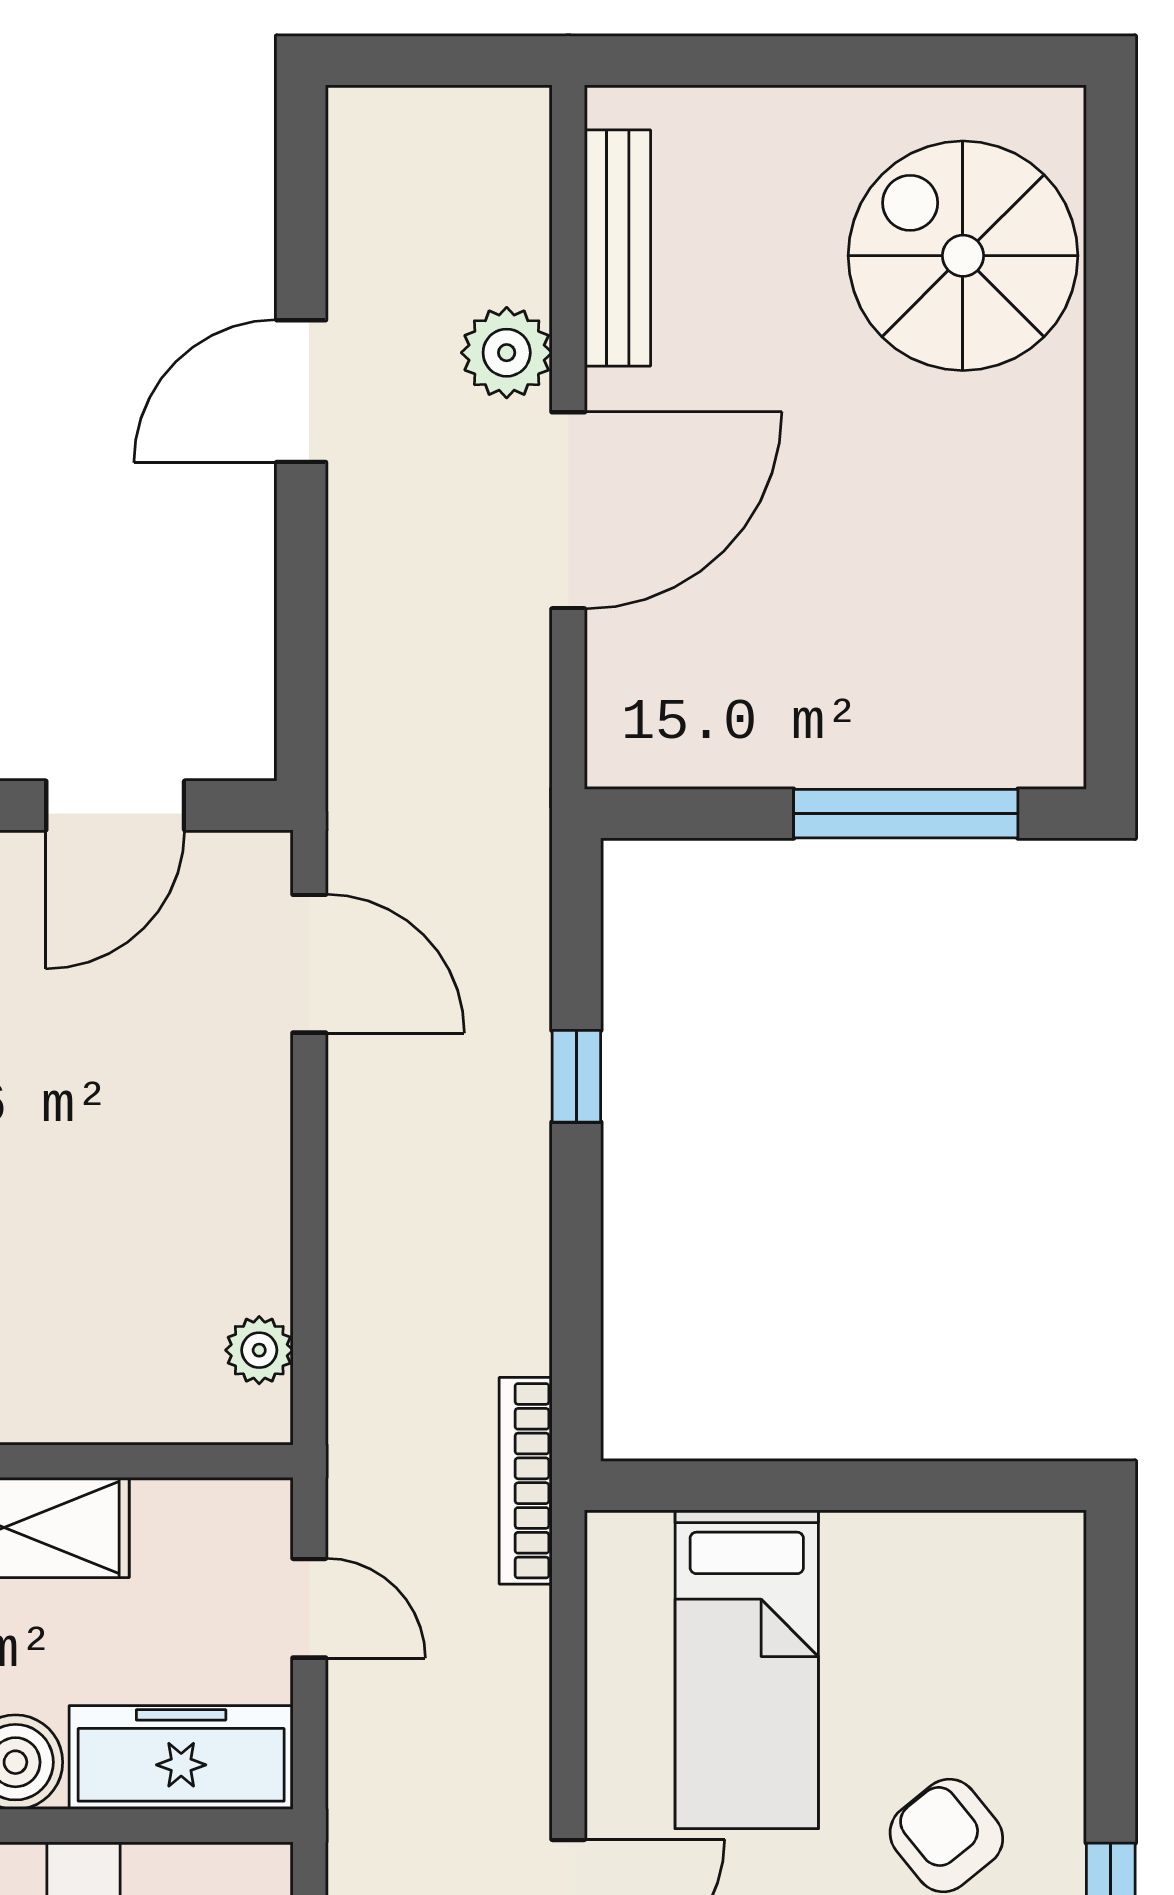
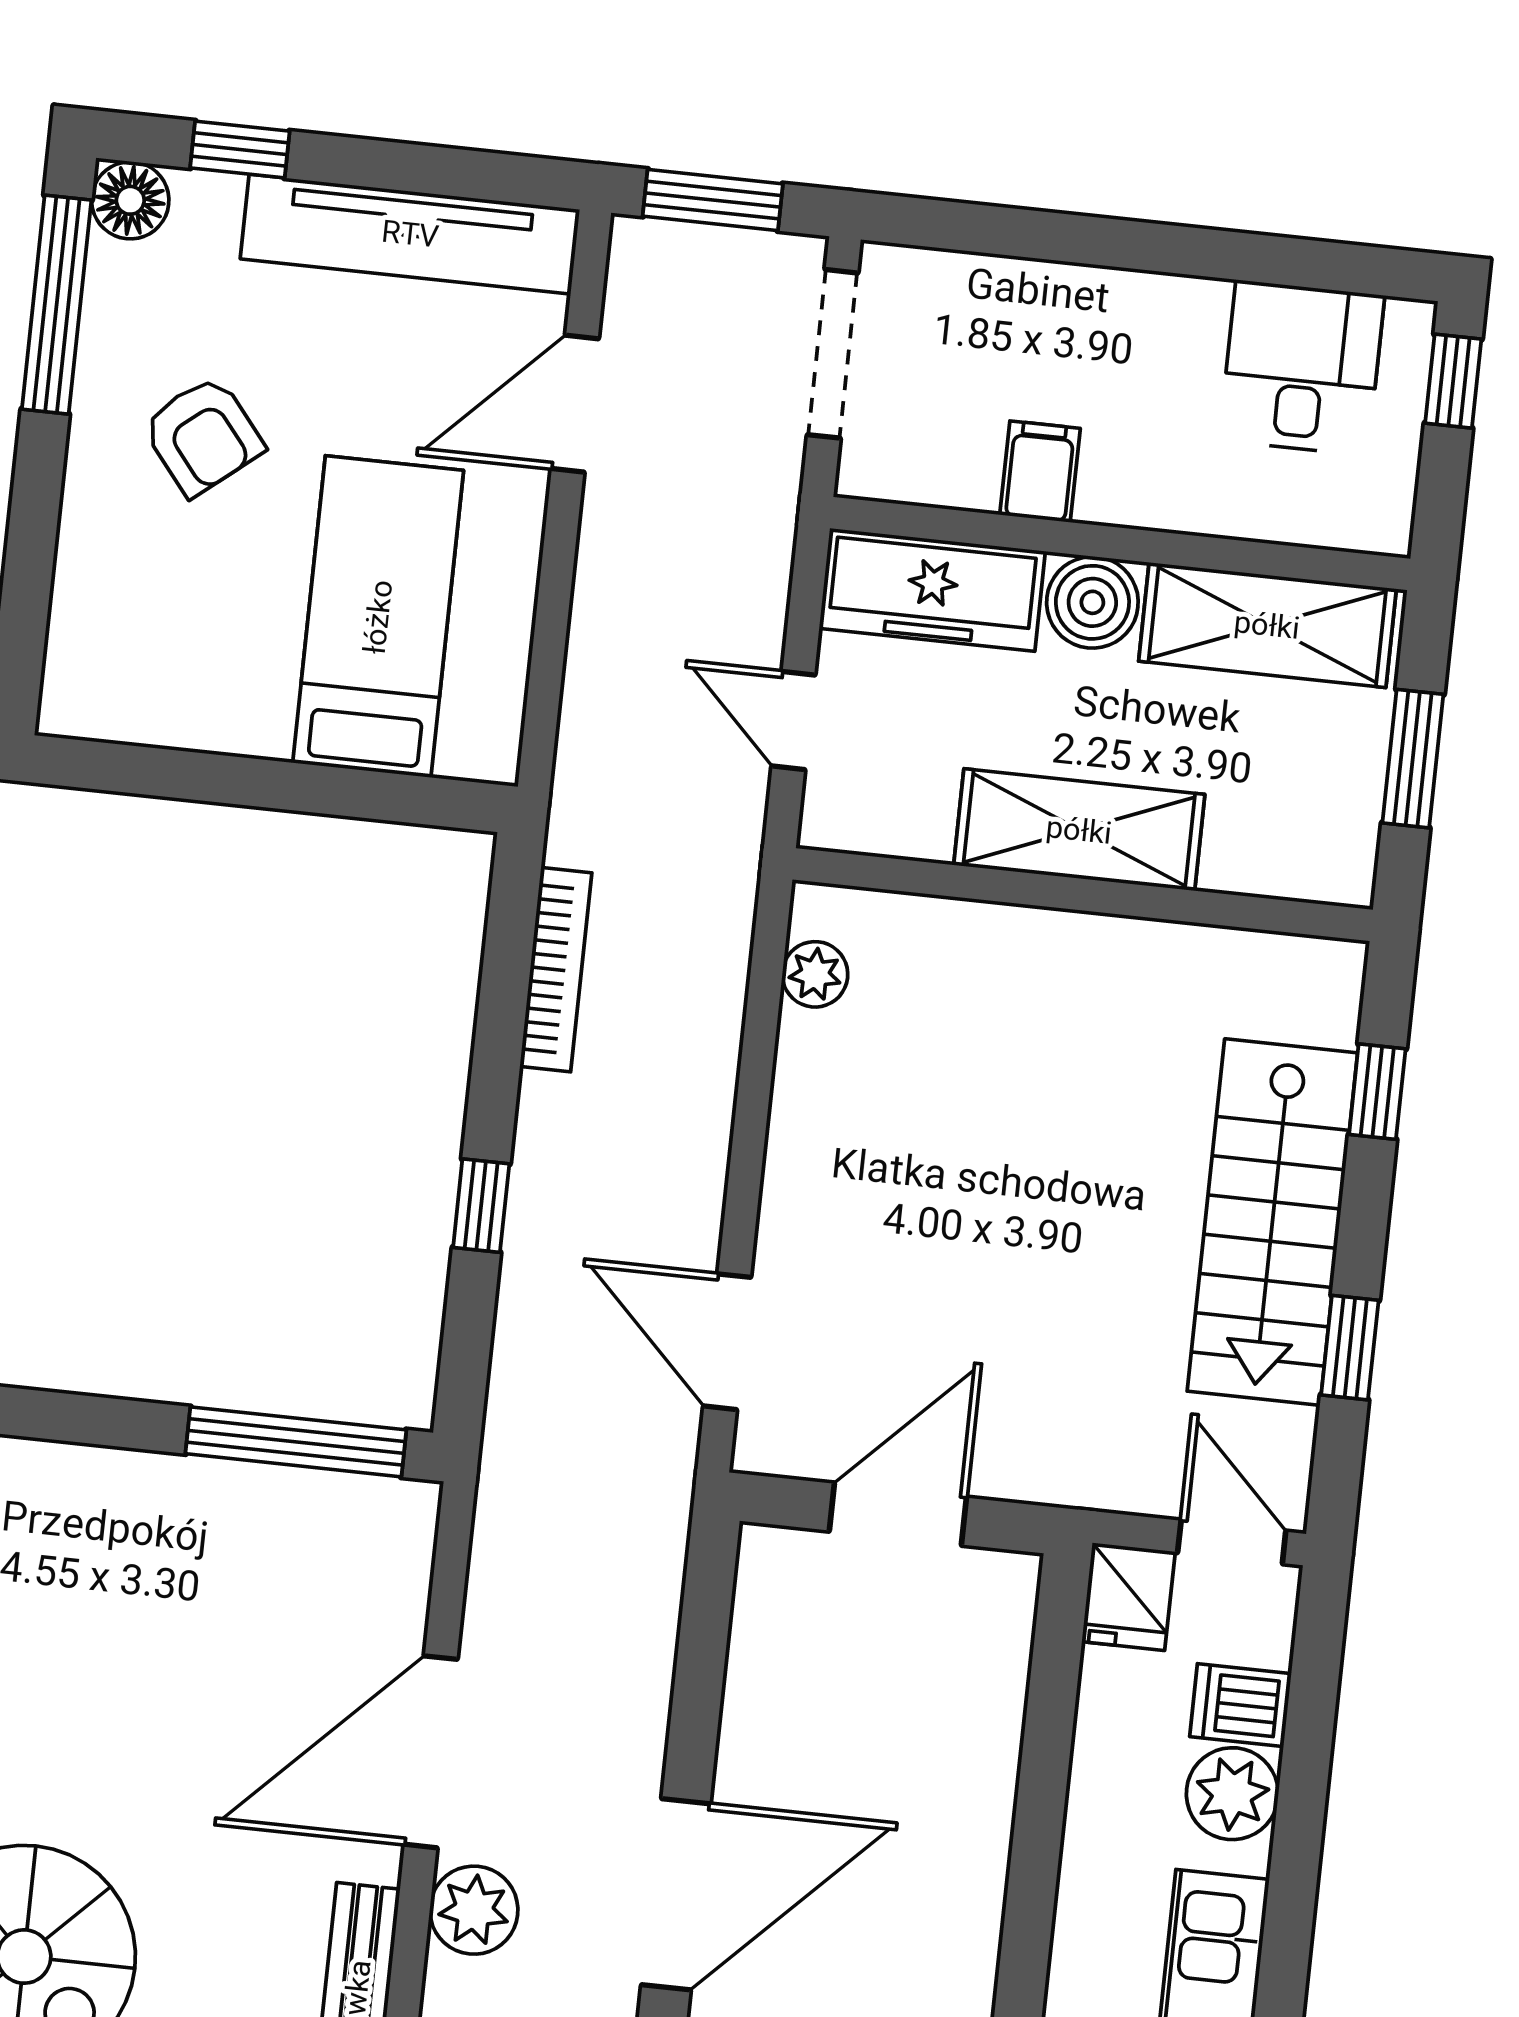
door: (301, 391) -> (676, 1894), width x1.36
window: (906, 814) -> (296, 1442), moved
bookcase: (526, 1481) -> (556, 970), moved

